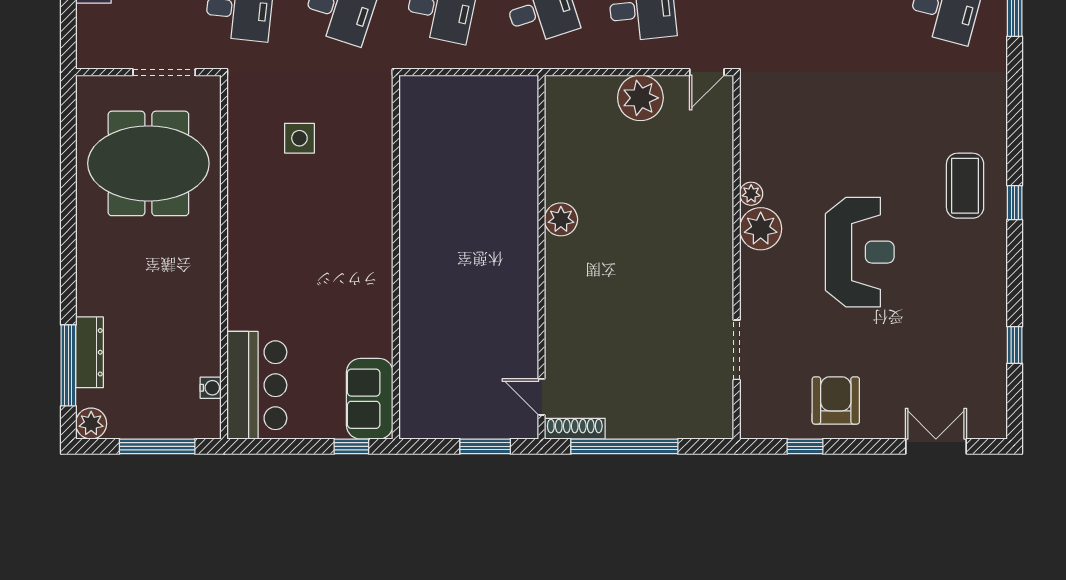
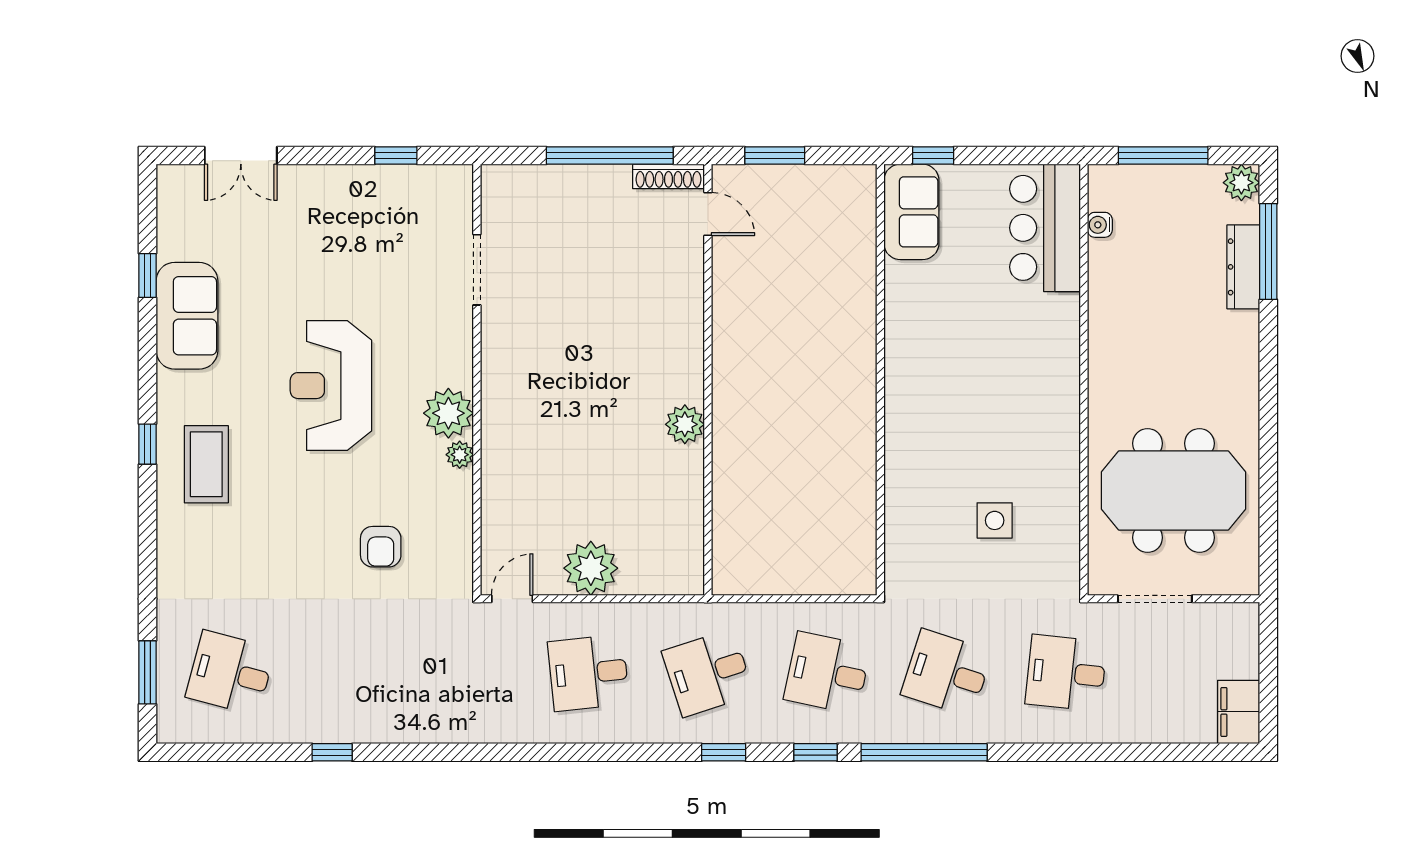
sofa: (981, 311) -> (187, 316), added
armchair: (836, 400) -> (381, 547), moved, width x0.72, depth x0.72

